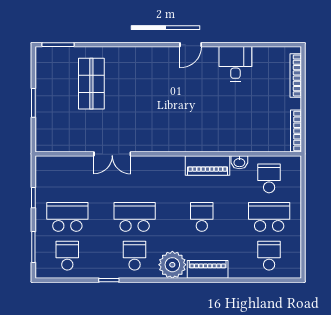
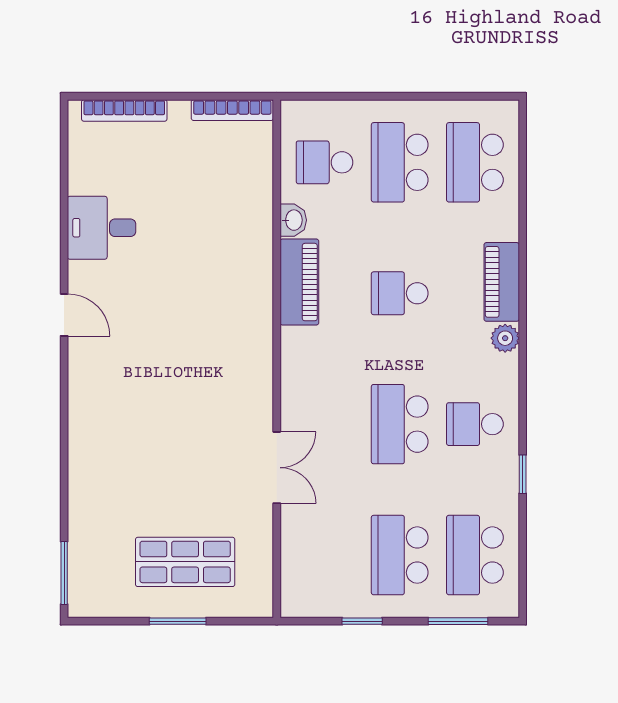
shop shelf: (91, 84) -> (185, 562), moved
school desk: (67, 256) -> (475, 555), width x1.85
school desk: (269, 256) -> (475, 162), width x1.85
plant: (172, 265) -> (505, 338), width x0.53, depth x0.53

